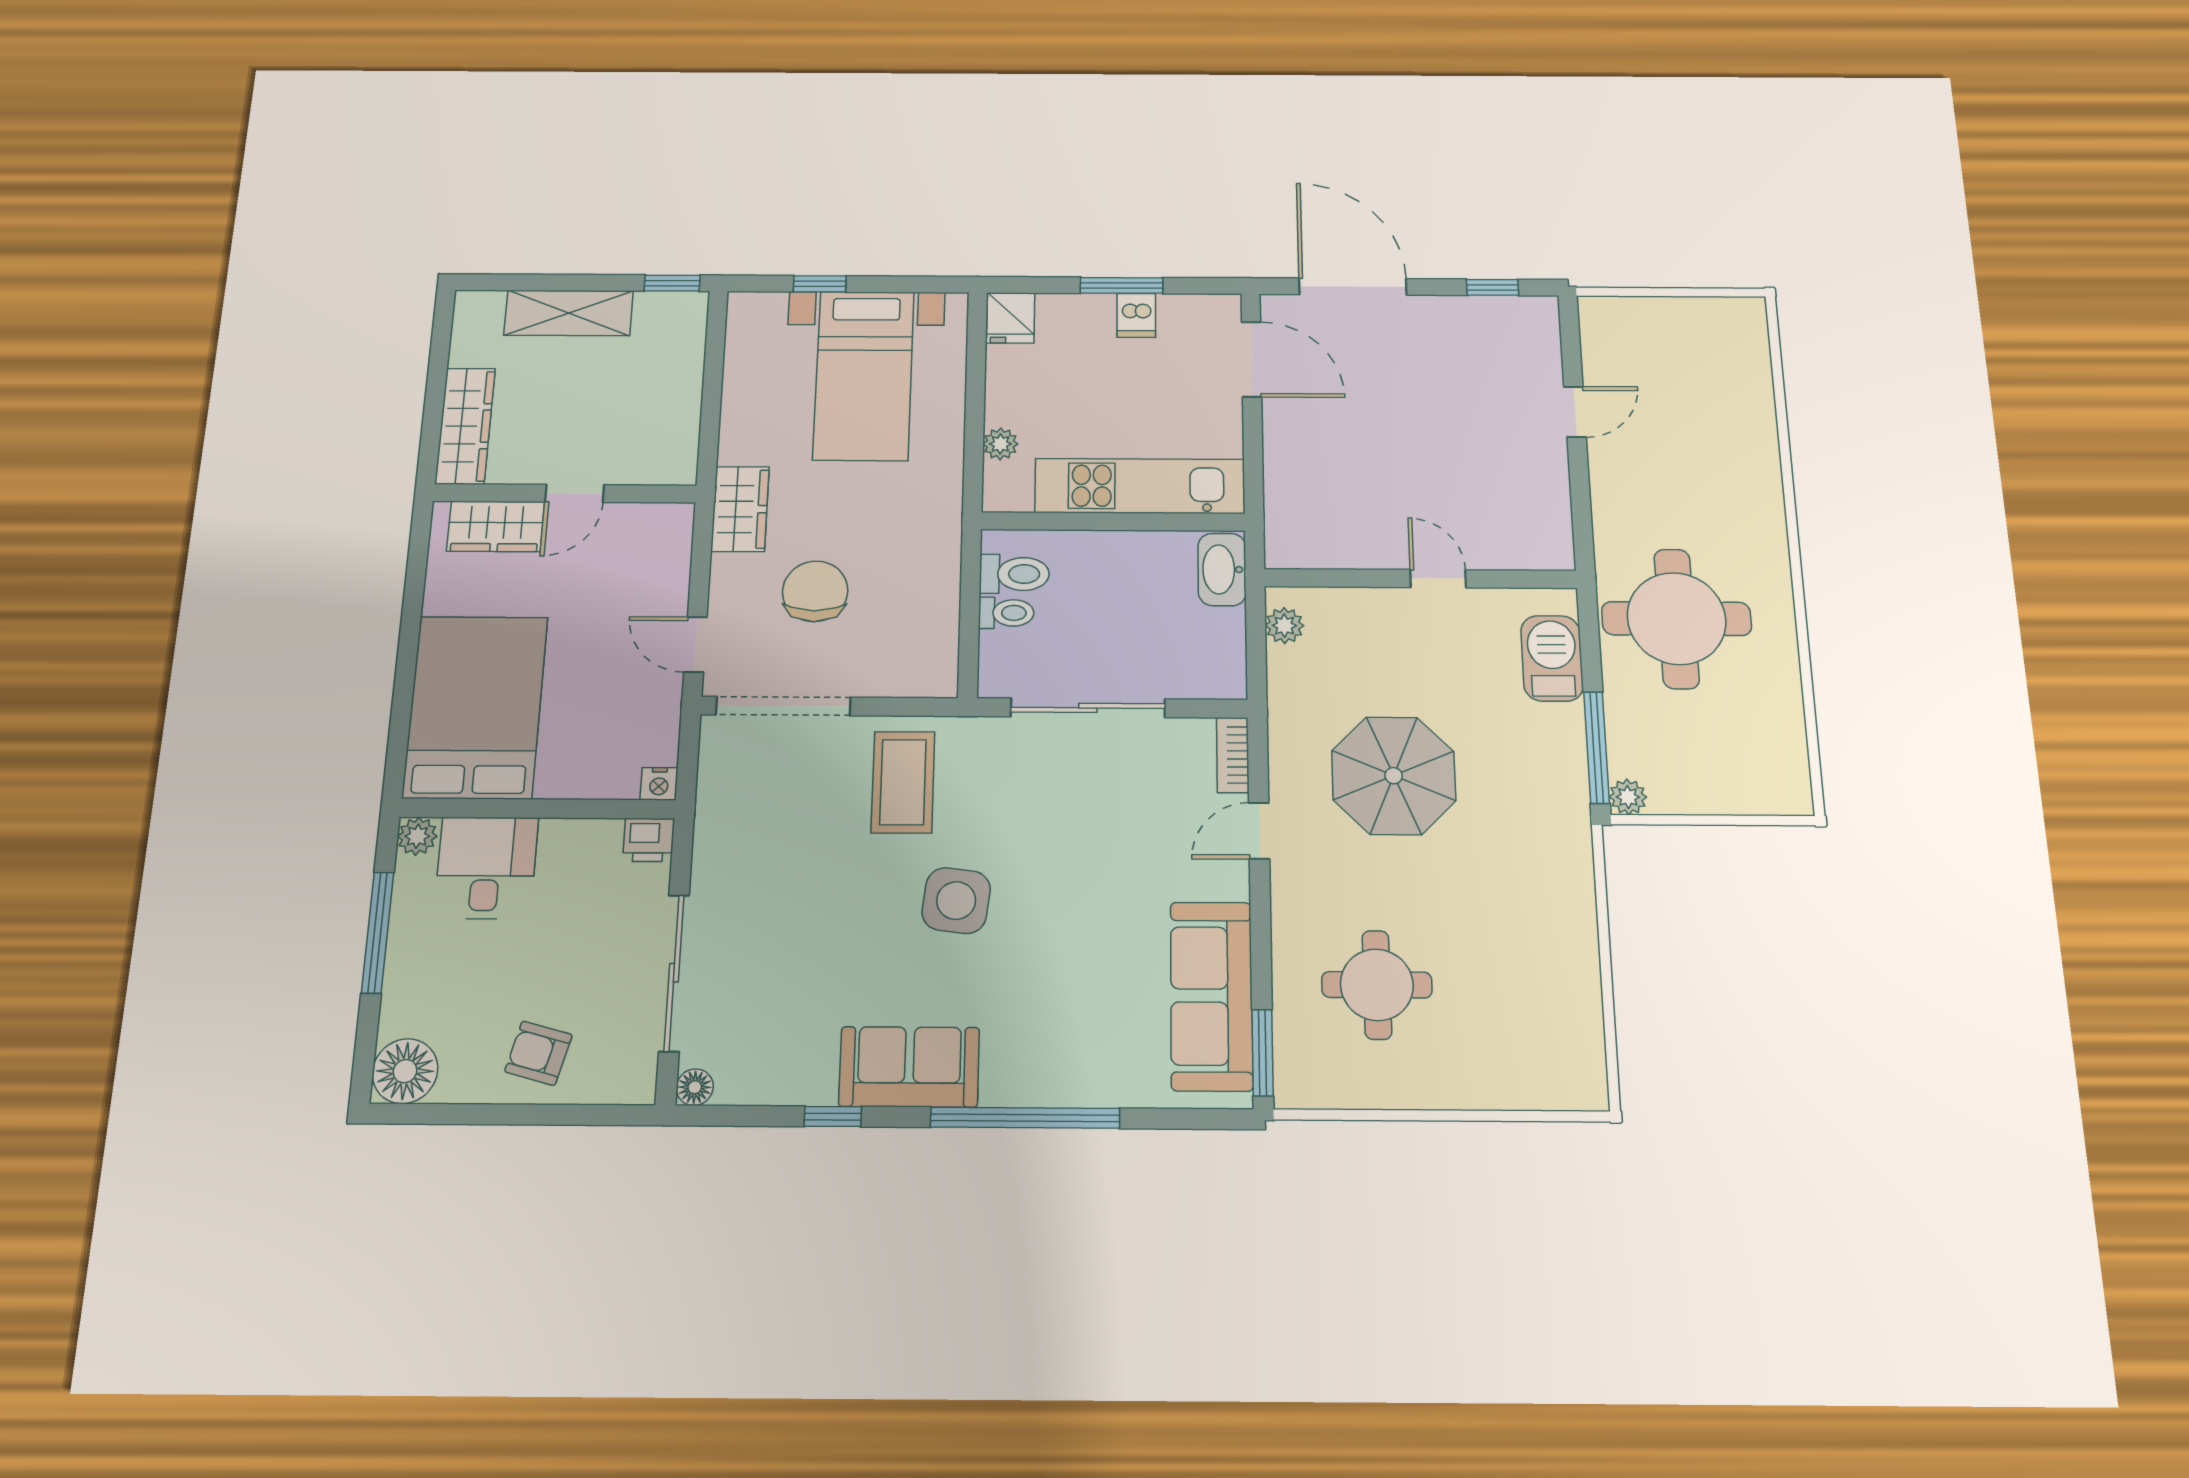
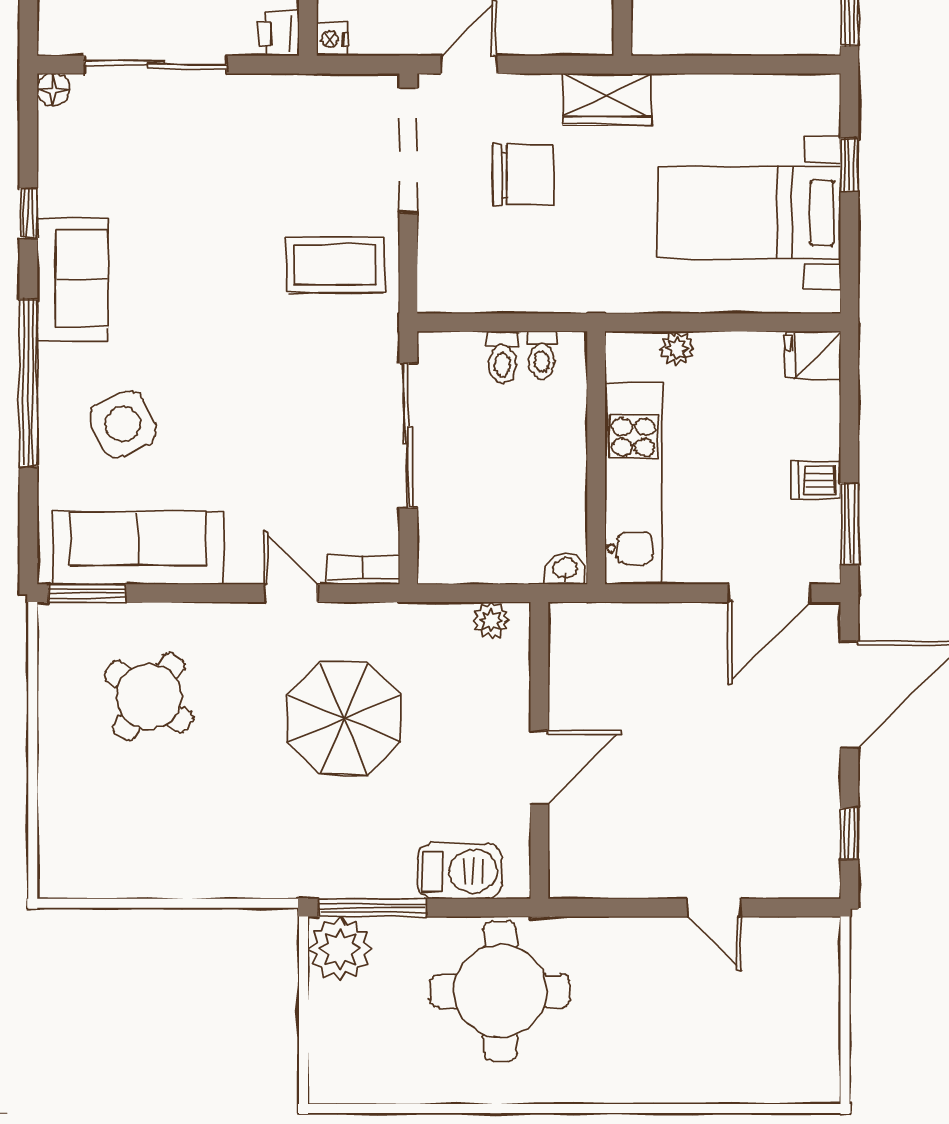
window: (1122, 285) -> (849, 524), moved
washbasin: (1222, 569) -> (565, 569), width x0.52, depth x0.69
toilet: (1014, 574) -> (542, 355), width x0.73, depth x0.72
door: (1438, 579) -> (539, 767), width x1.38
plant: (1628, 797) -> (340, 949), width x1.88, depth x1.88
side table: (956, 901) -> (123, 424), moved, turned -33
round table: (1377, 985) -> (149, 697), turned 36

